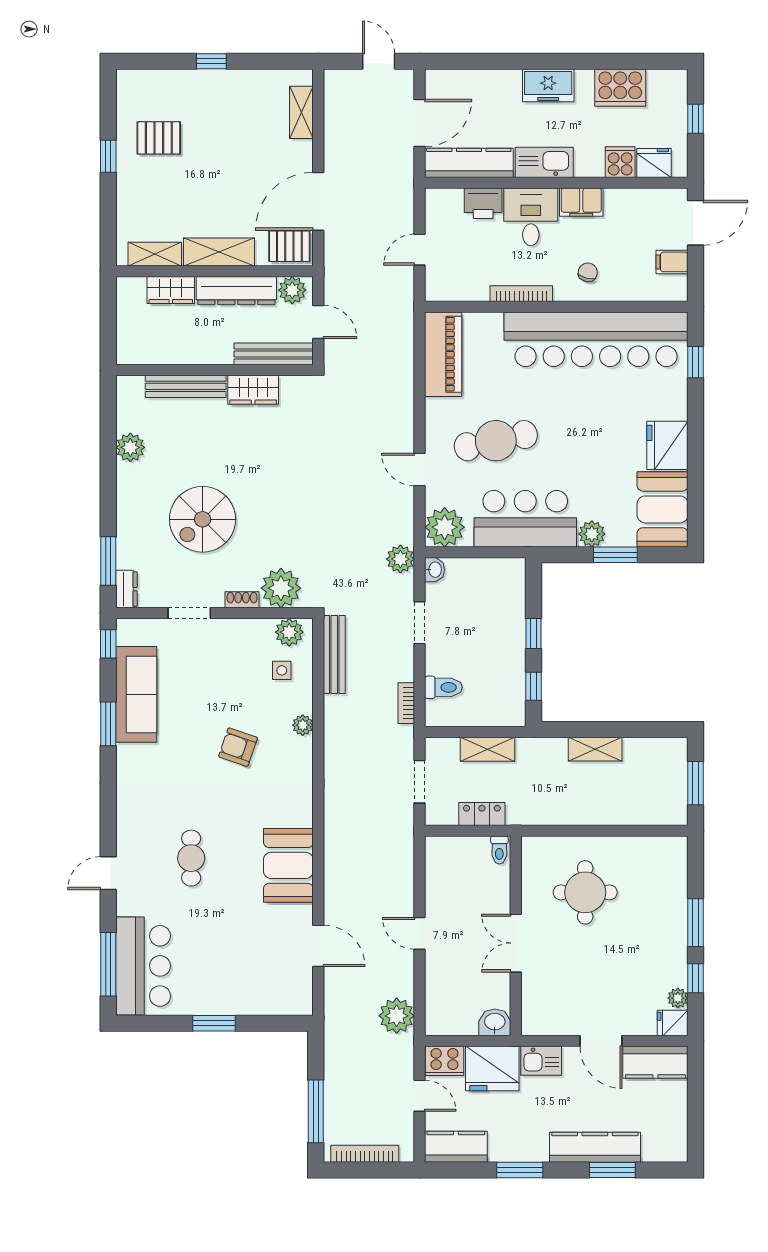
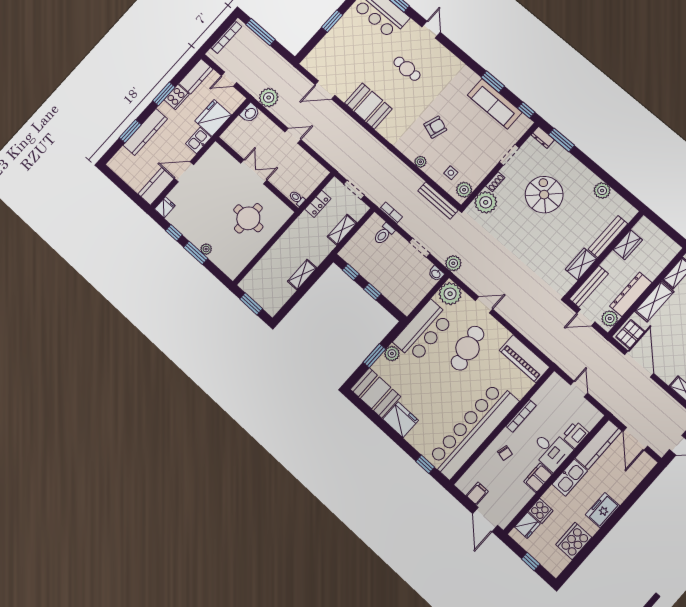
wardrobe: (171, 290) -> (628, 245), moved, turned 180
plant: (678, 998) -> (206, 249), moved
washbasin: (495, 1022) -> (250, 113), moved
cooker: (444, 1061) -> (177, 97), moved, turned 180

